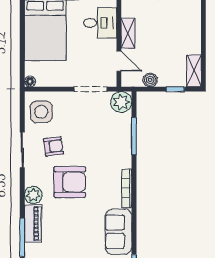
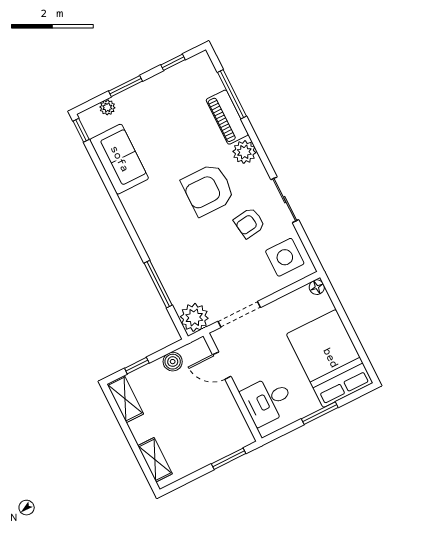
shelving: (128, 33) -> (155, 460), moved
bookcase: (127, 188) -> (135, 217), removed

